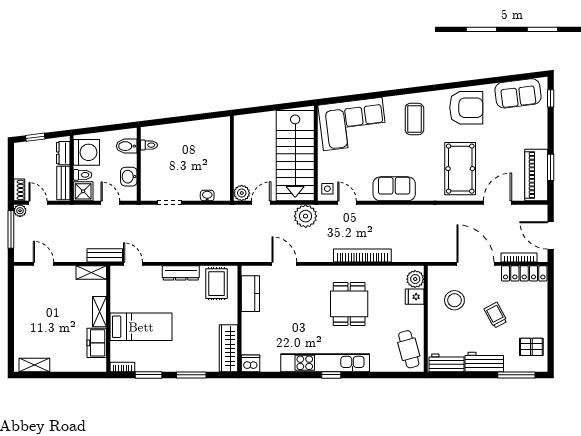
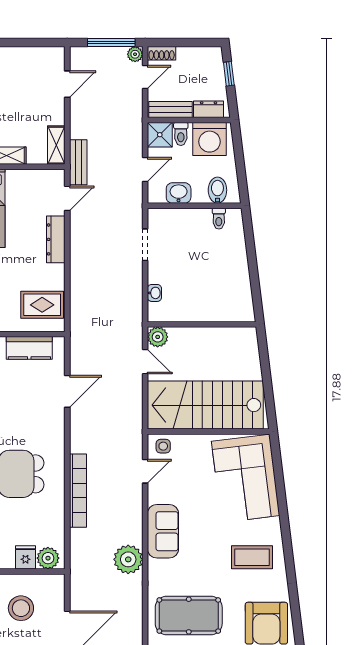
plant: (306, 216) -> (128, 559), moved
dresser: (181, 273) -> (56, 239), moved

